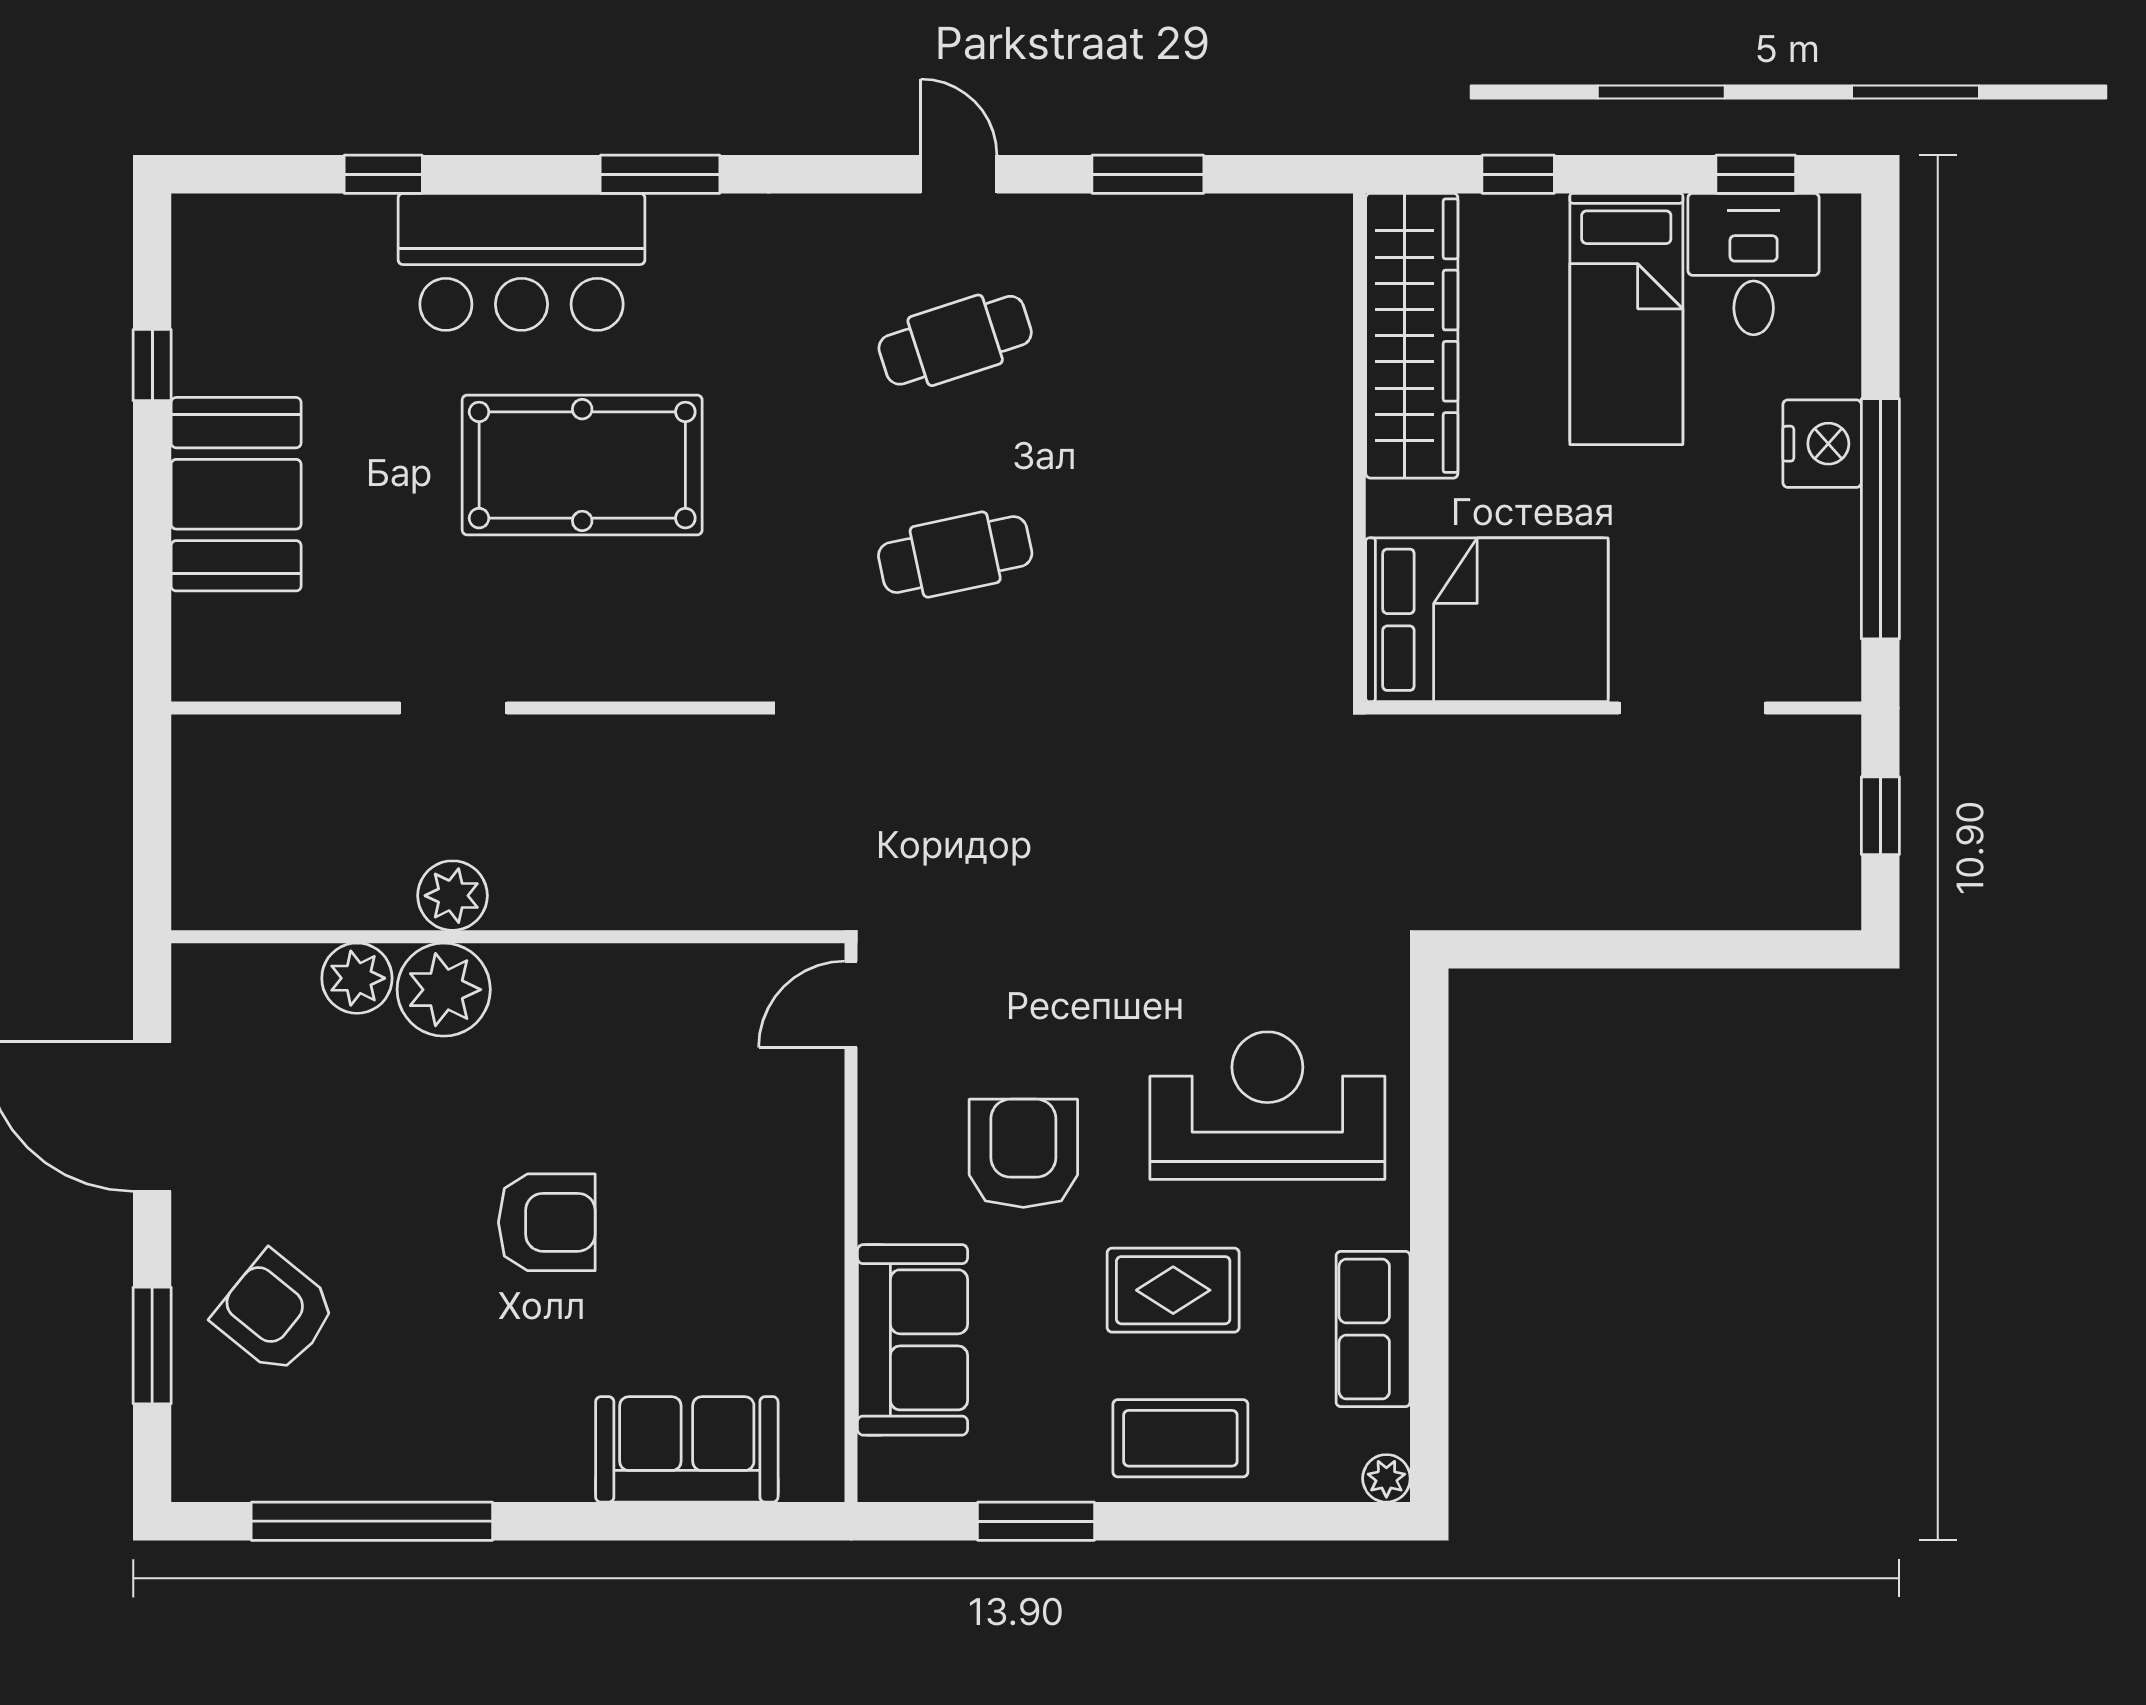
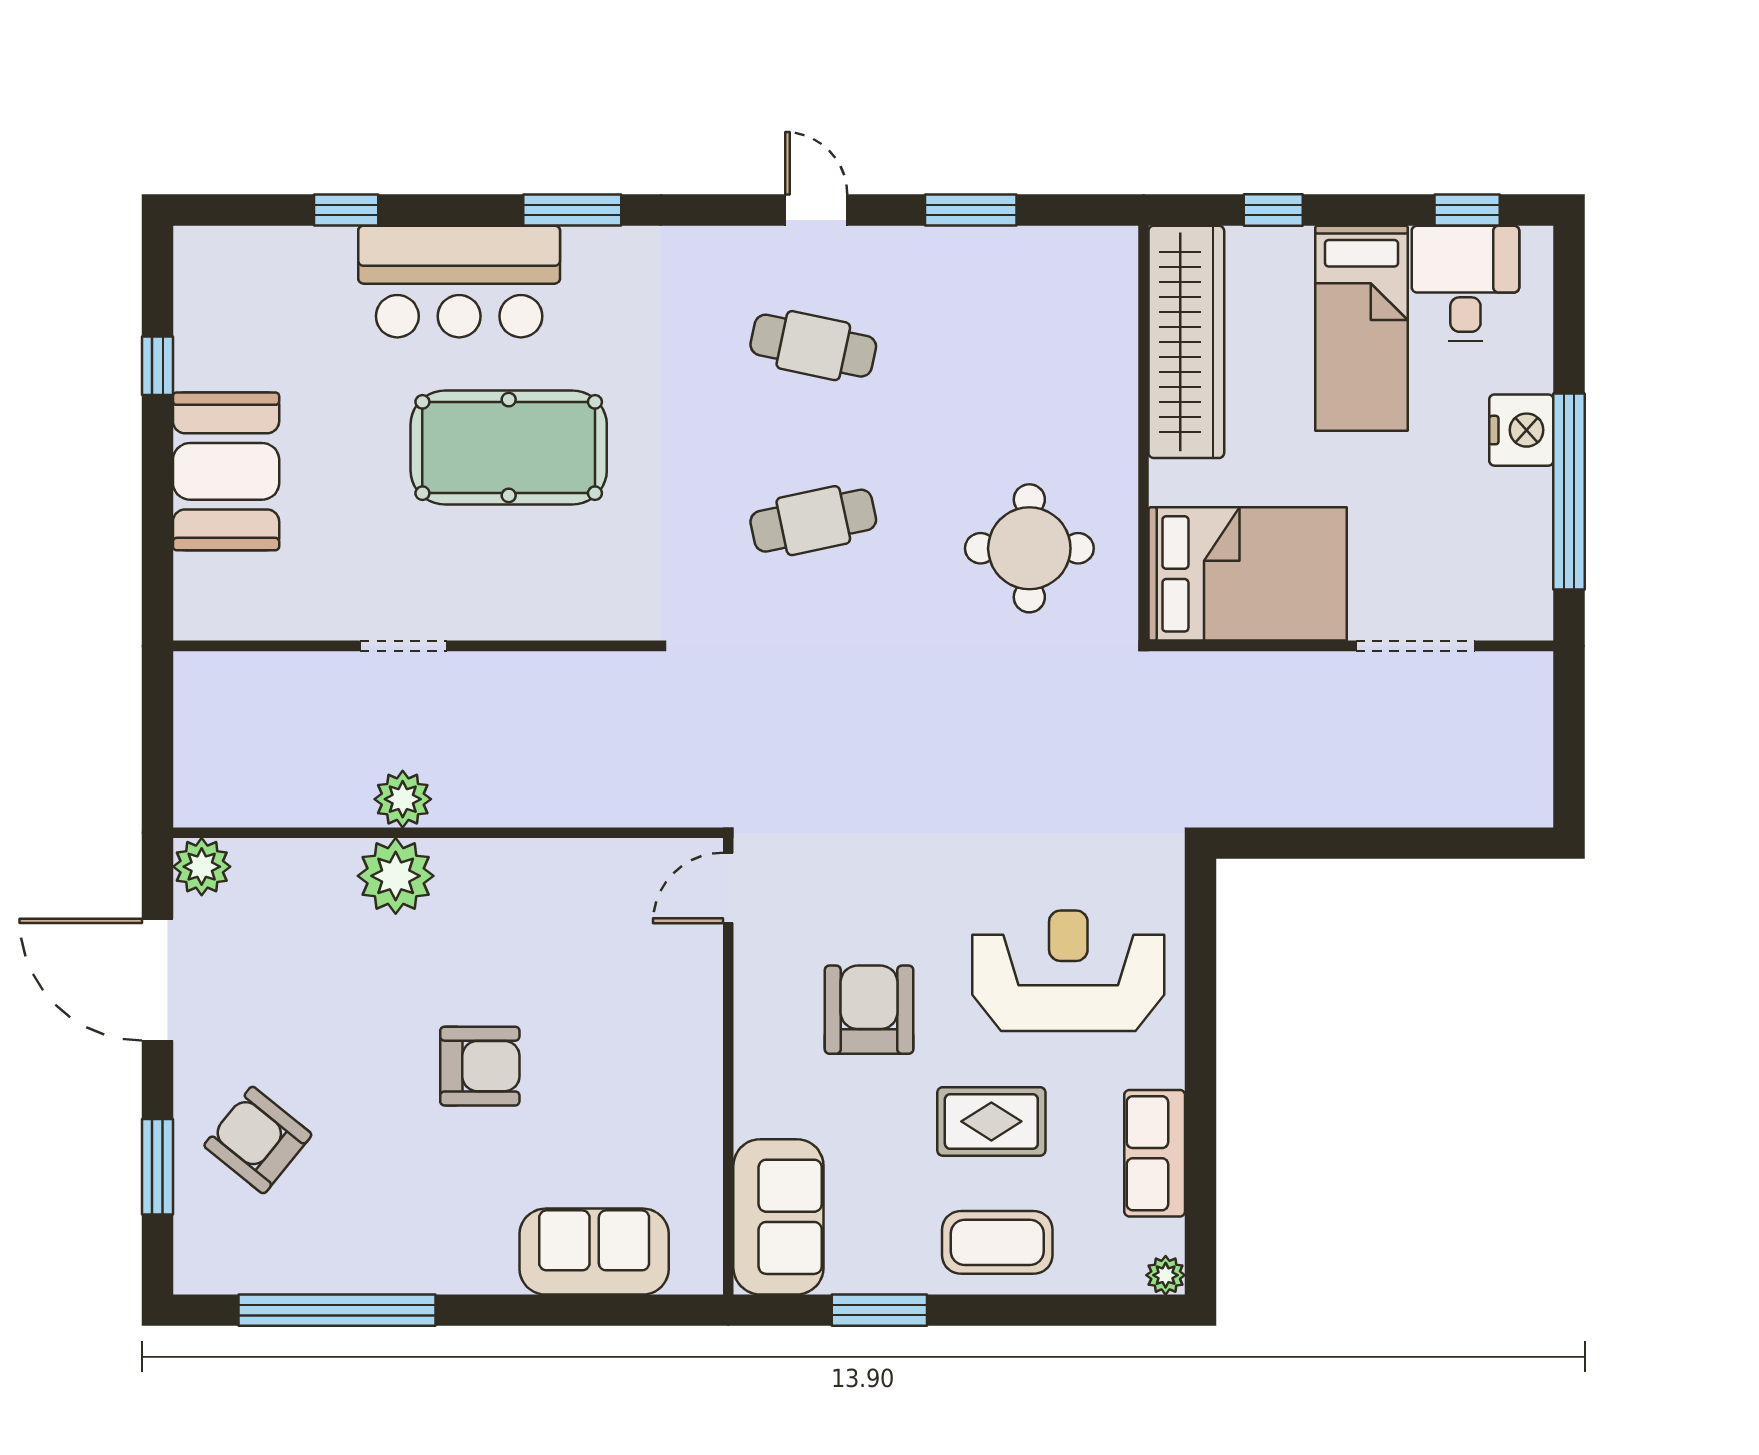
cafe table: (955, 340) -> (813, 346), turned 30
round table: (1220, 588) -> (1029, 548), added
window: (1880, 816) -> (1569, 734), removed
plant: (357, 978) -> (202, 867), moved
sofa: (912, 1340) -> (778, 1217), moved

